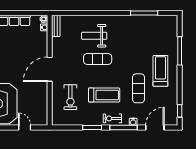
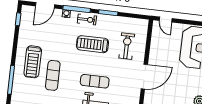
exercise mat: (138, 88) -> (53, 75), moved
door: (25, 128) -> (166, 19), moved

